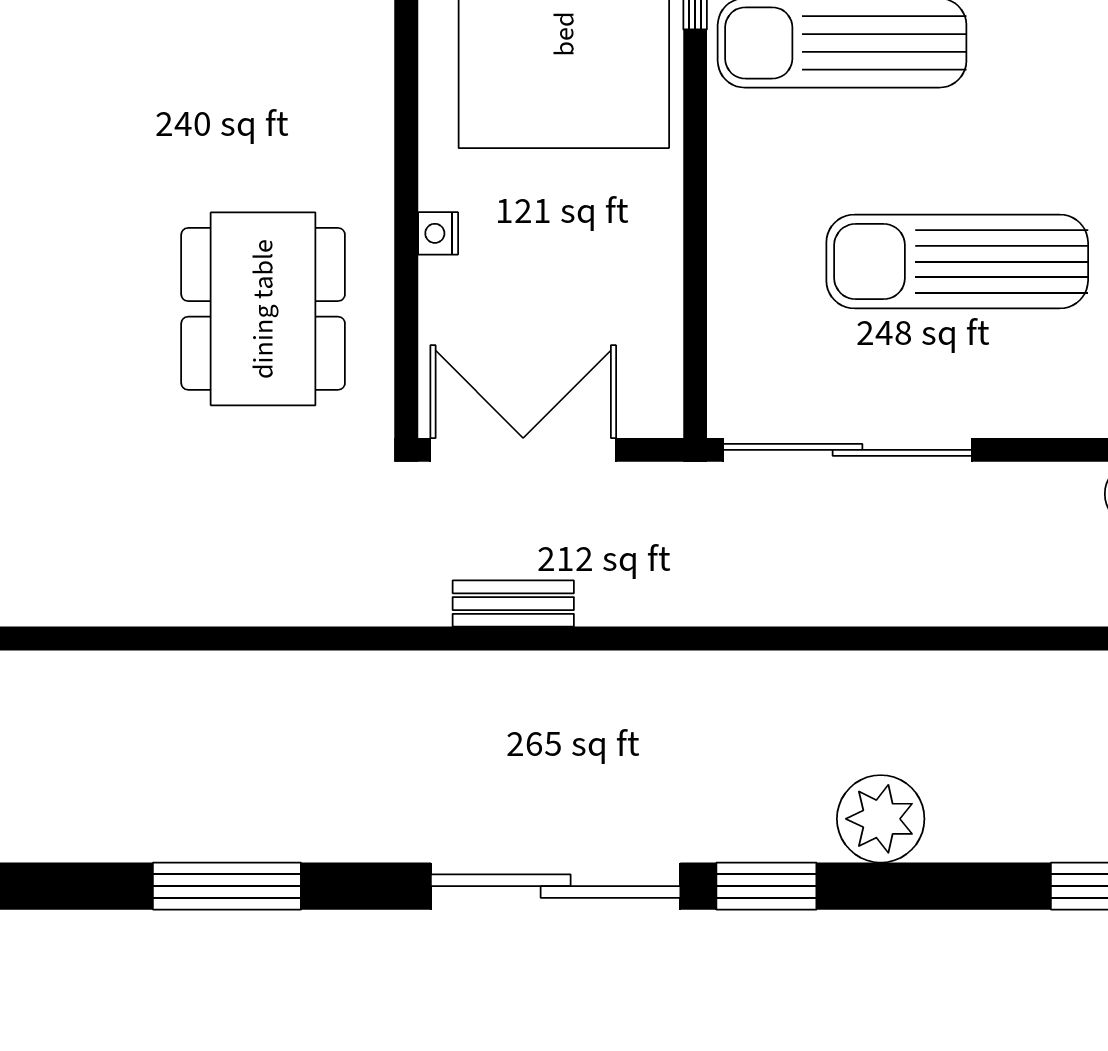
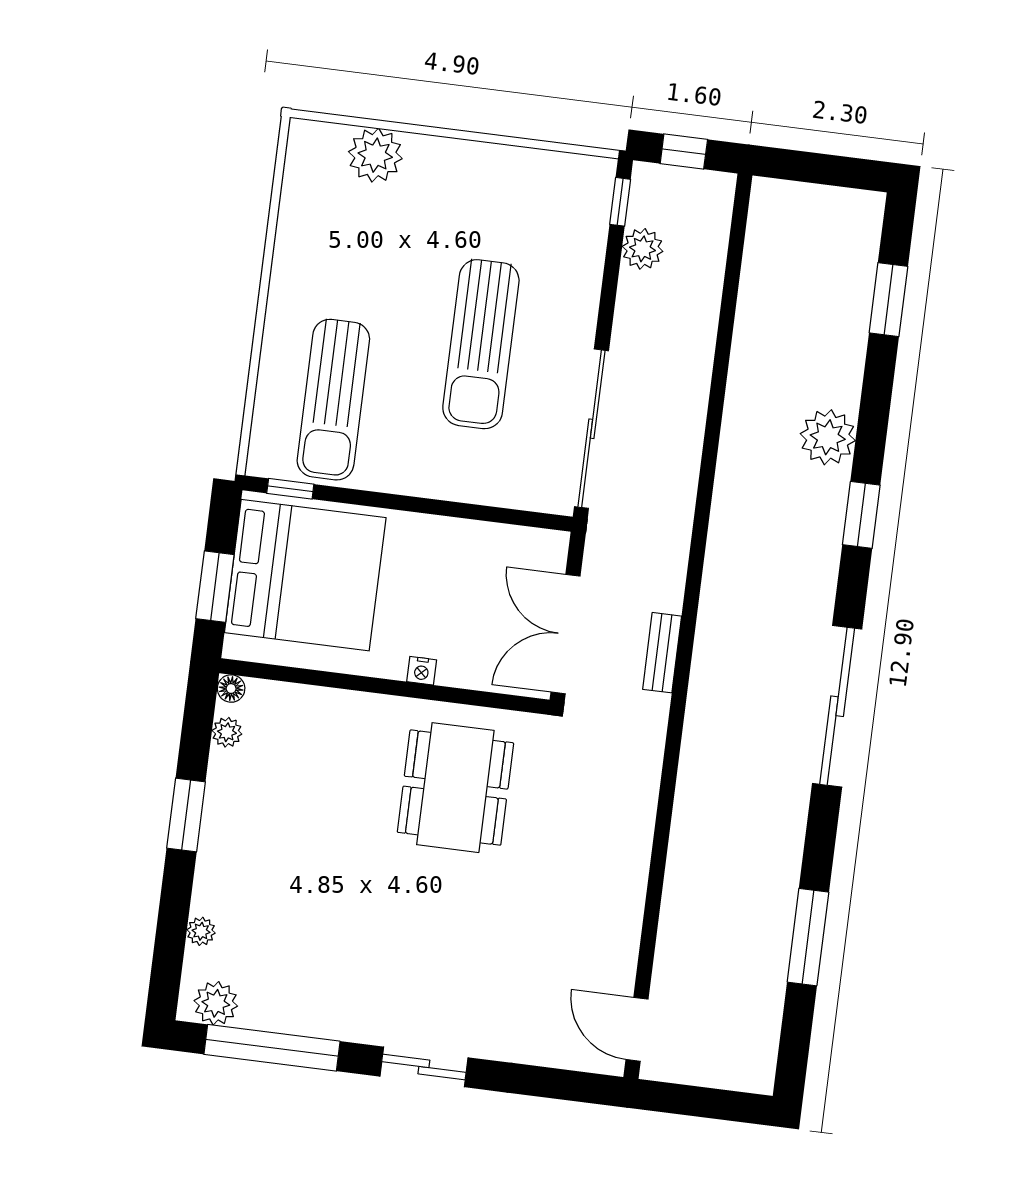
dining table: (263, 309) -> (455, 788), turned 90
window: (227, 886) -> (808, 937), moved
sliding door: (556, 886) -> (837, 706), moved

